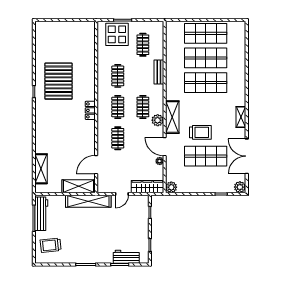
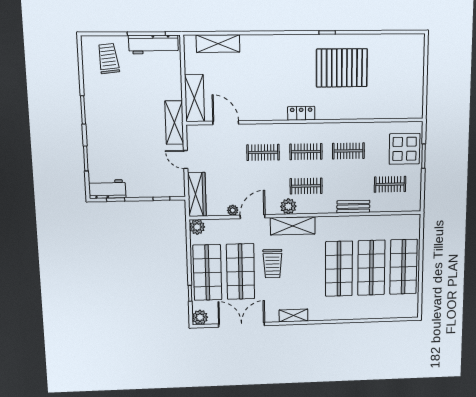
shop shelf: (206, 181) -> (207, 273), added
shelving: (88, 201) -> (174, 123), width x0.68
workbench: (126, 257) -> (107, 189), moved, turned -90

